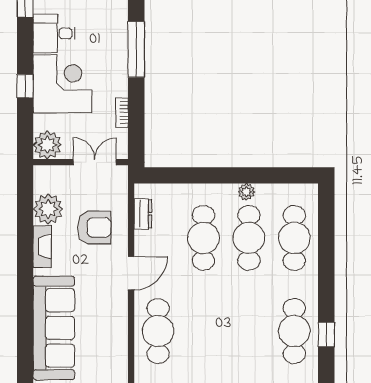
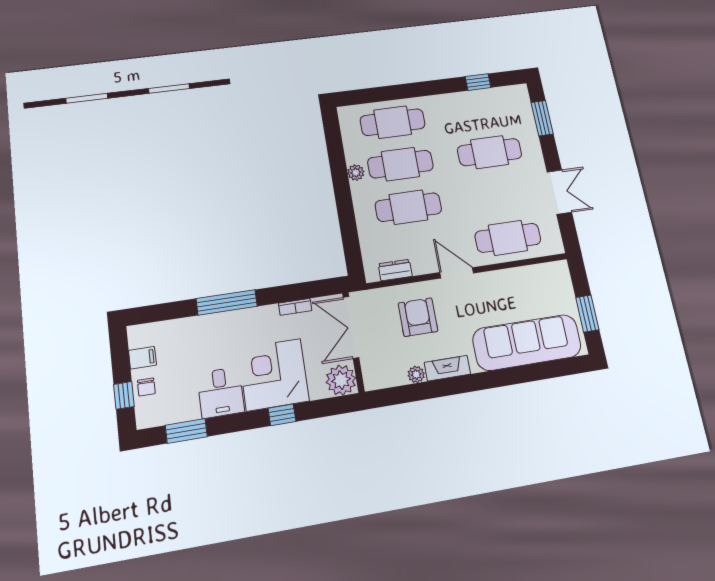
double door: (95, 162) -> (351, 327), width x1.37
plant: (48, 209) -> (416, 374), width x0.53, depth x0.53
cafe table: (294, 331) -> (490, 152), moved

